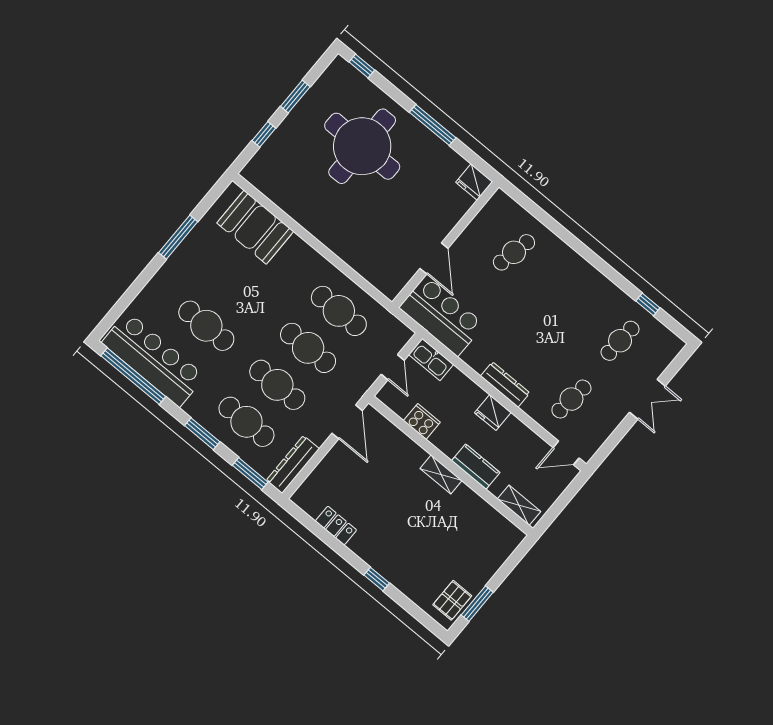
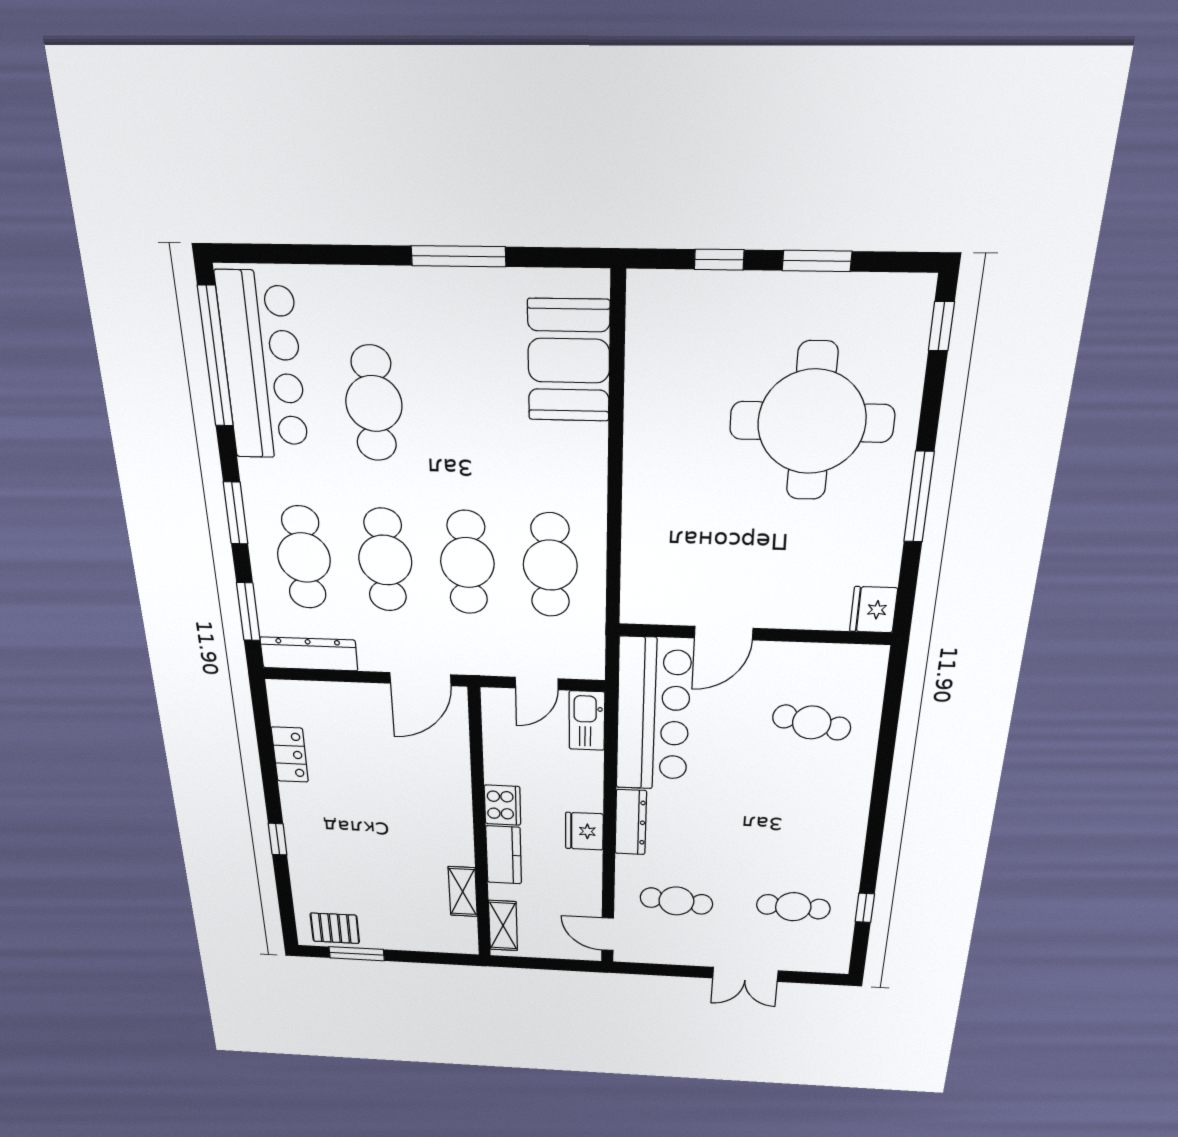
bar counter: (442, 316) -> (653, 715), width x1.36
cooker: (422, 422) -> (502, 805), moved
shelving: (441, 474) -> (463, 892), moved

